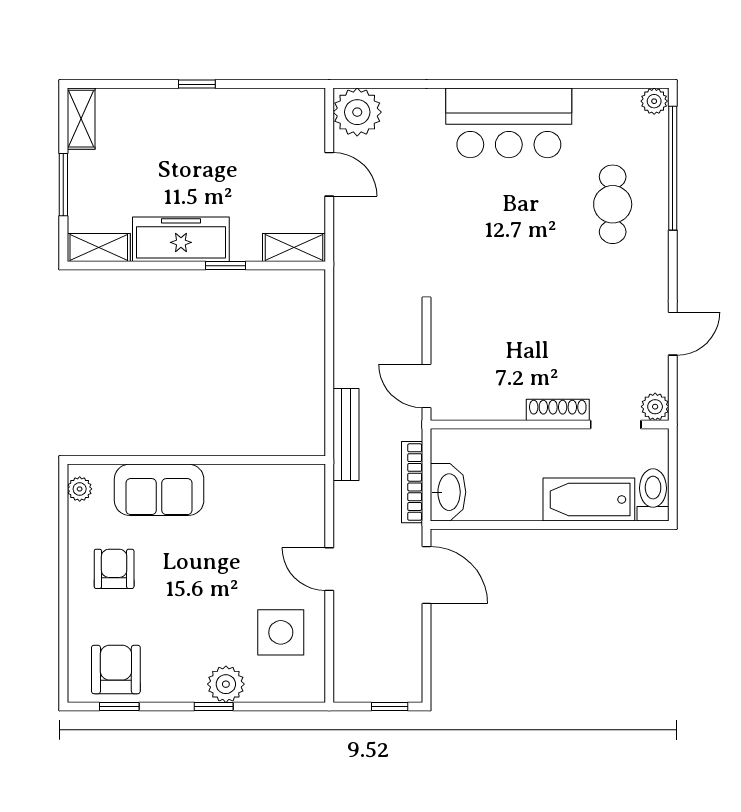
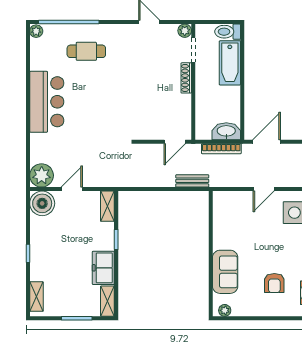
boiler: (300, 113) -> (42, 203), added
shelving: (81, 119) -> (36, 297), moved, turned 90
freezer: (181, 239) -> (103, 268), width x0.71
bench: (346, 435) -> (192, 181), width x0.73
armchair: (114, 569) -> (274, 283), moved, turned -90

